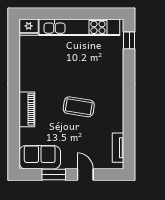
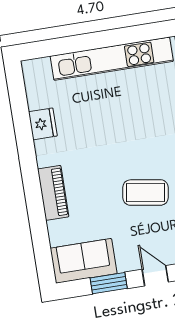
fridge: (29, 27) -> (43, 124), moved, turned -90
coffee table: (79, 107) -> (145, 193), moved

